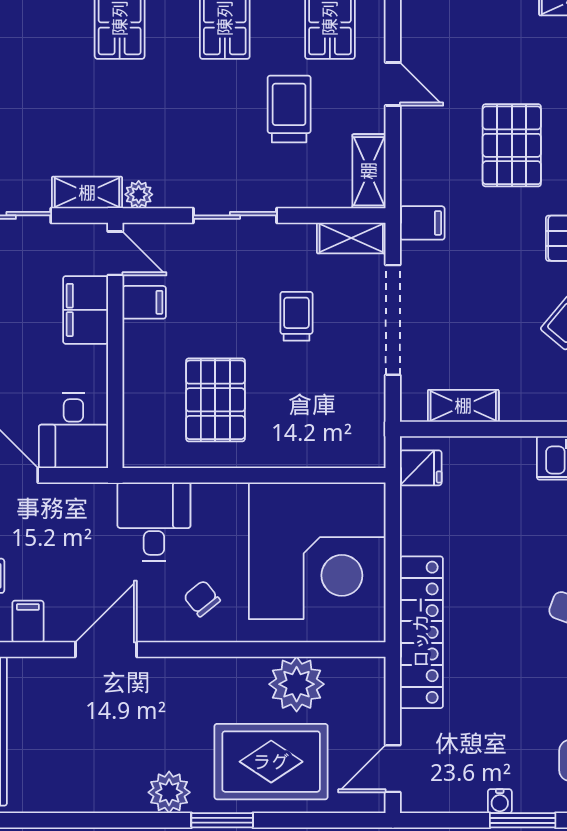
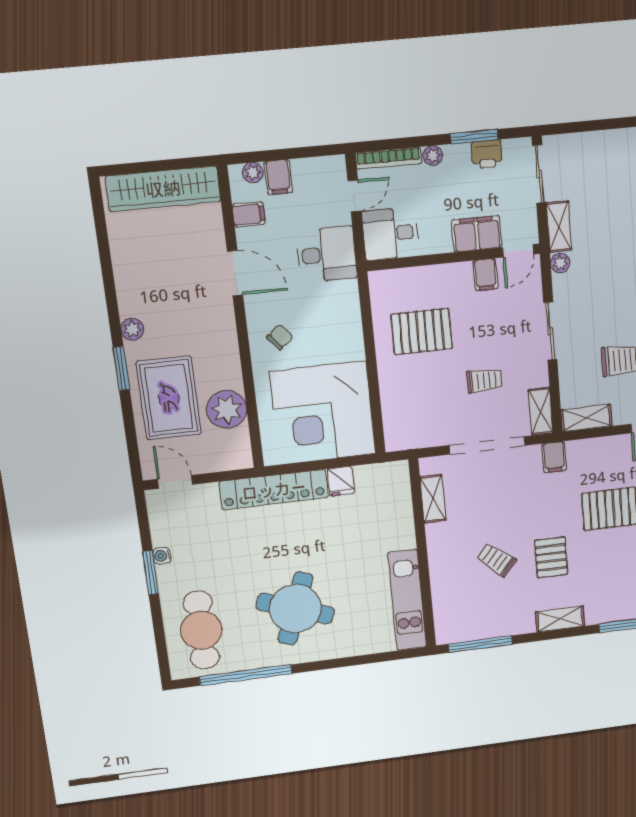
fridge: (421, 468) -> (341, 481), moved
desk: (154, 522) -> (327, 254), moved
plant: (169, 792) -> (132, 329), width x0.73, depth x0.73

